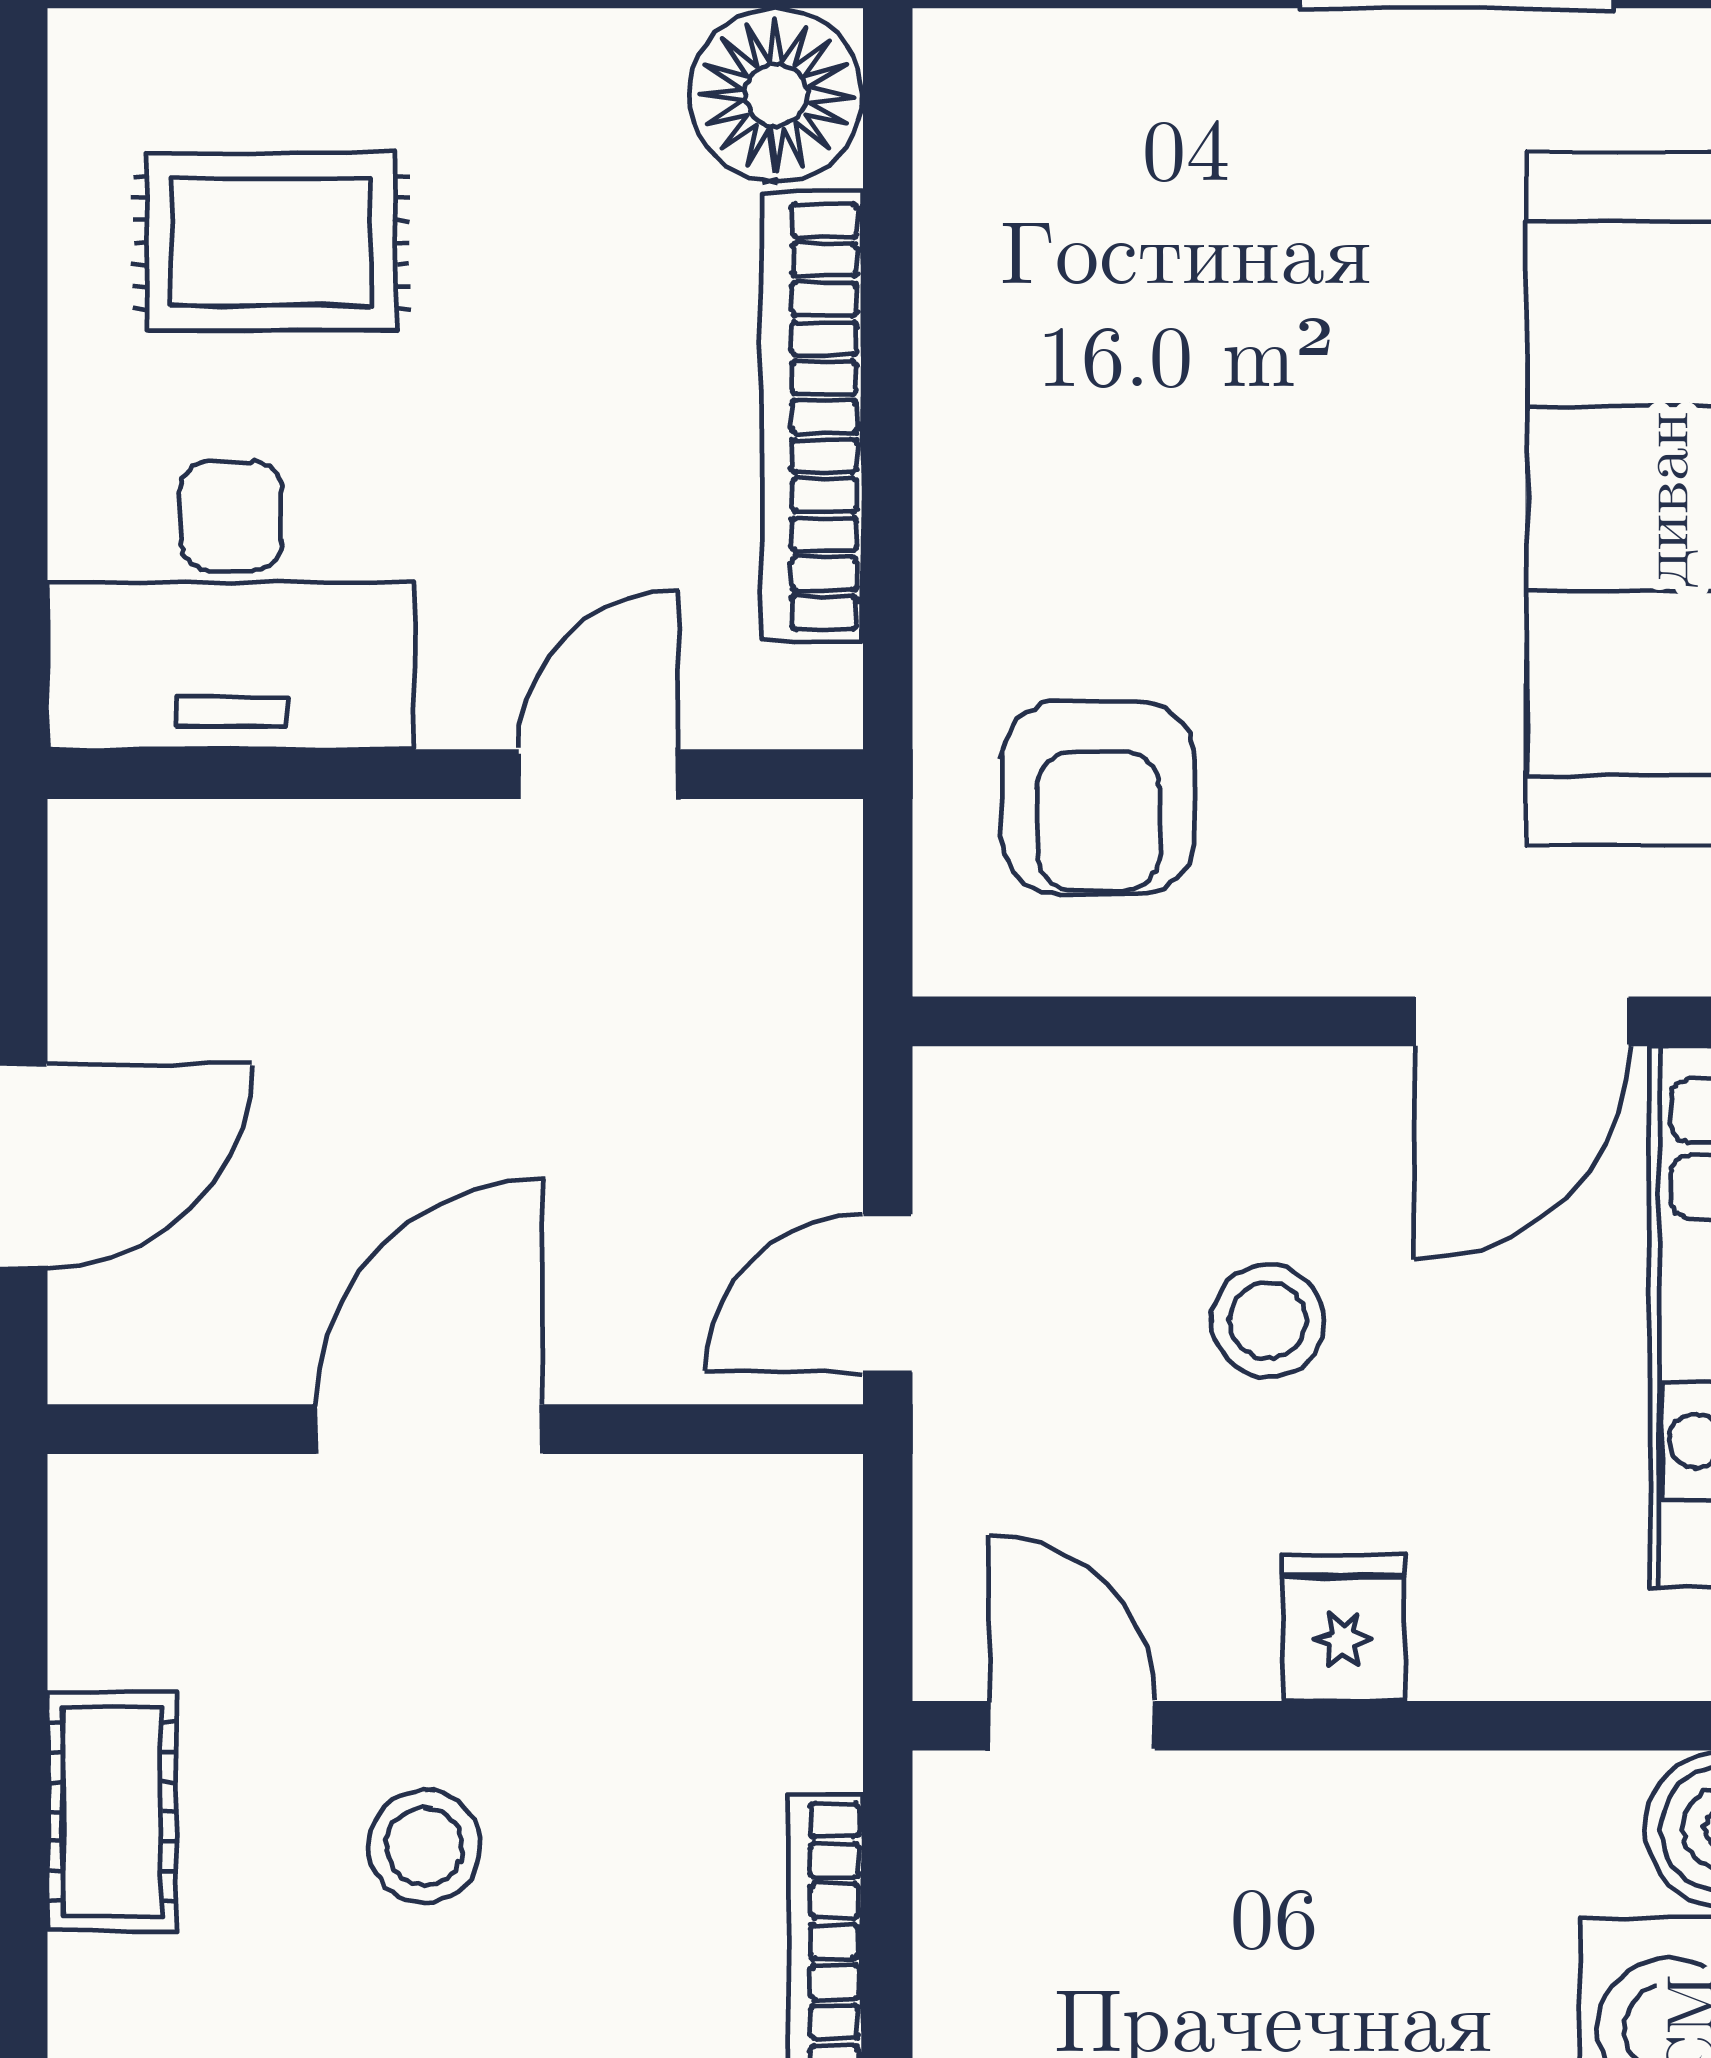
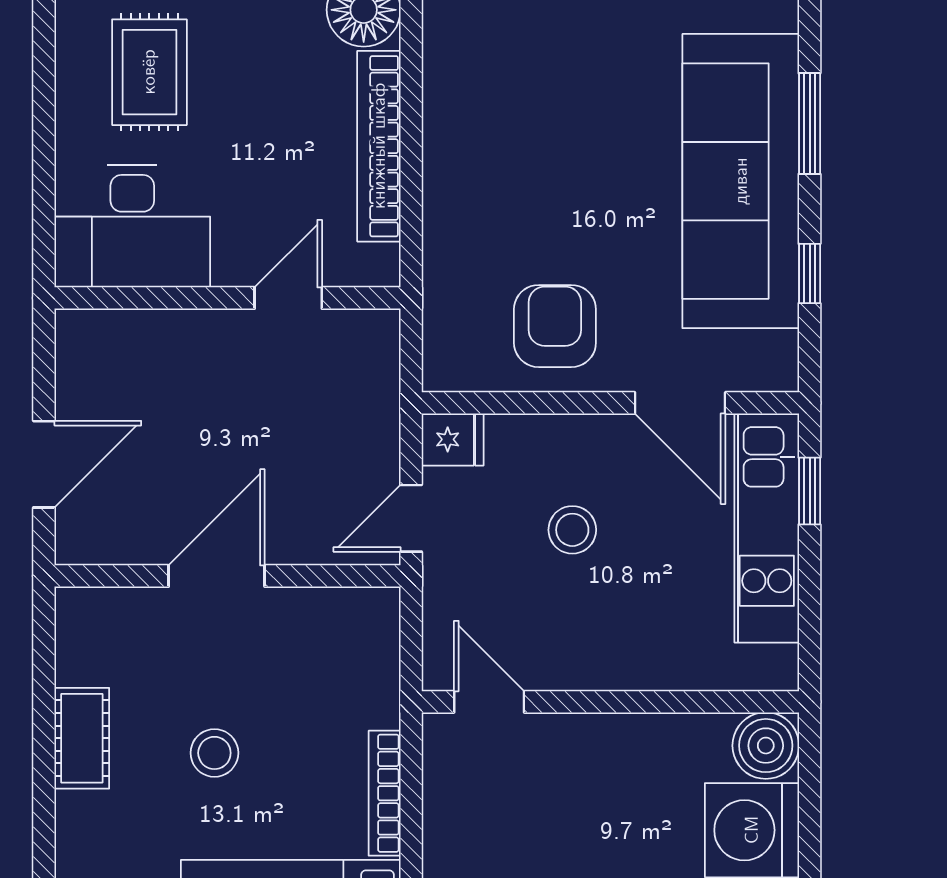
rug: (271, 242) -> (149, 72), turned 90
armchair: (1098, 798) -> (555, 326), moved, turned 180
door: (1522, 1021) -> (680, 403), hinge flipped
fridge: (1344, 1628) -> (453, 439), moved, turned 90

